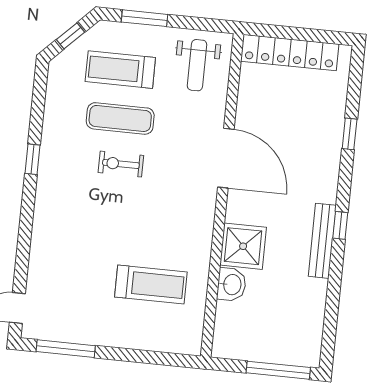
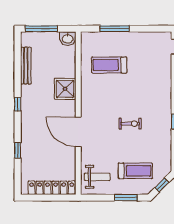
weight bench: (197, 65) -> (97, 177), turned 90
exercise mat: (120, 118) -> (133, 146), removed
bench: (322, 241) -> (26, 66), moved
washbasin: (232, 285) -> (68, 39), moved, turned -90
window: (66, 349) -> (115, 29), moved

